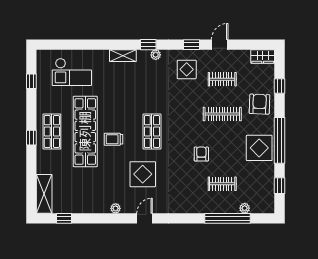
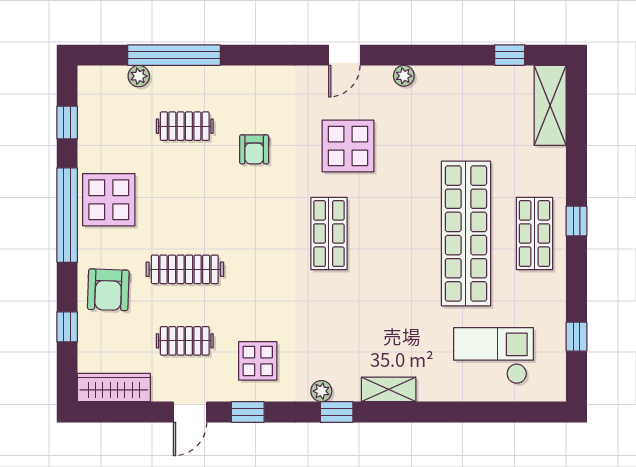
wardrobe: (263, 56) -> (114, 388), width x1.50
trolley: (113, 139) -> (408, 218), removed
armchair: (201, 154) -> (254, 149), moved

